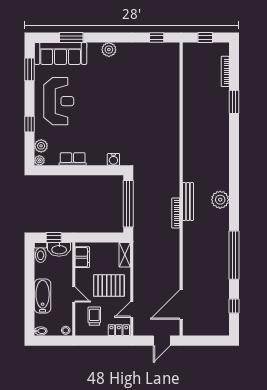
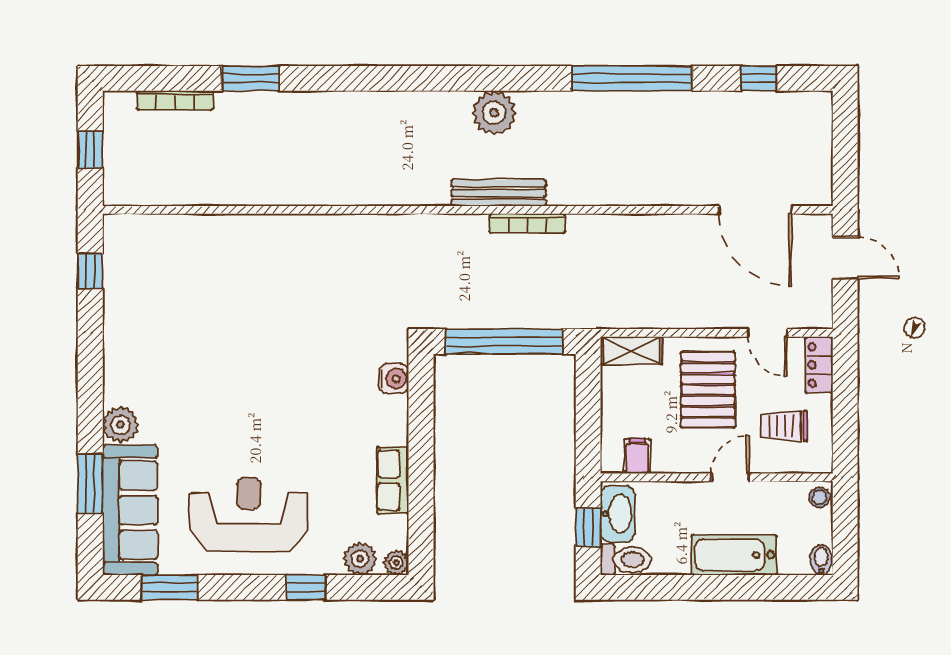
plant: (109, 50) -> (120, 425), moved
filing cabinet: (82, 257) -> (637, 456), width x0.50

